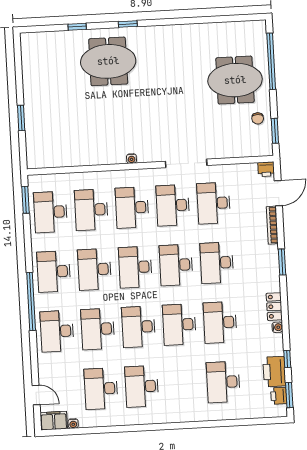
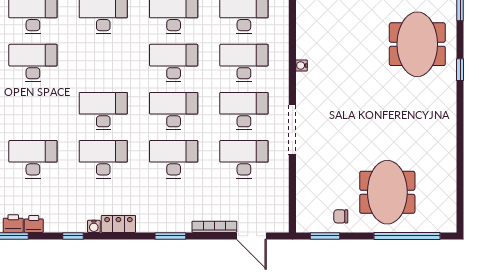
printer: (266, 169) -> (280, 223), removed
desk: (139, 327) -> (103, 63), removed
window: (287, 359) -> (73, 236), moved
printer: (274, 372) -> (34, 224), width x0.53, depth x0.68

